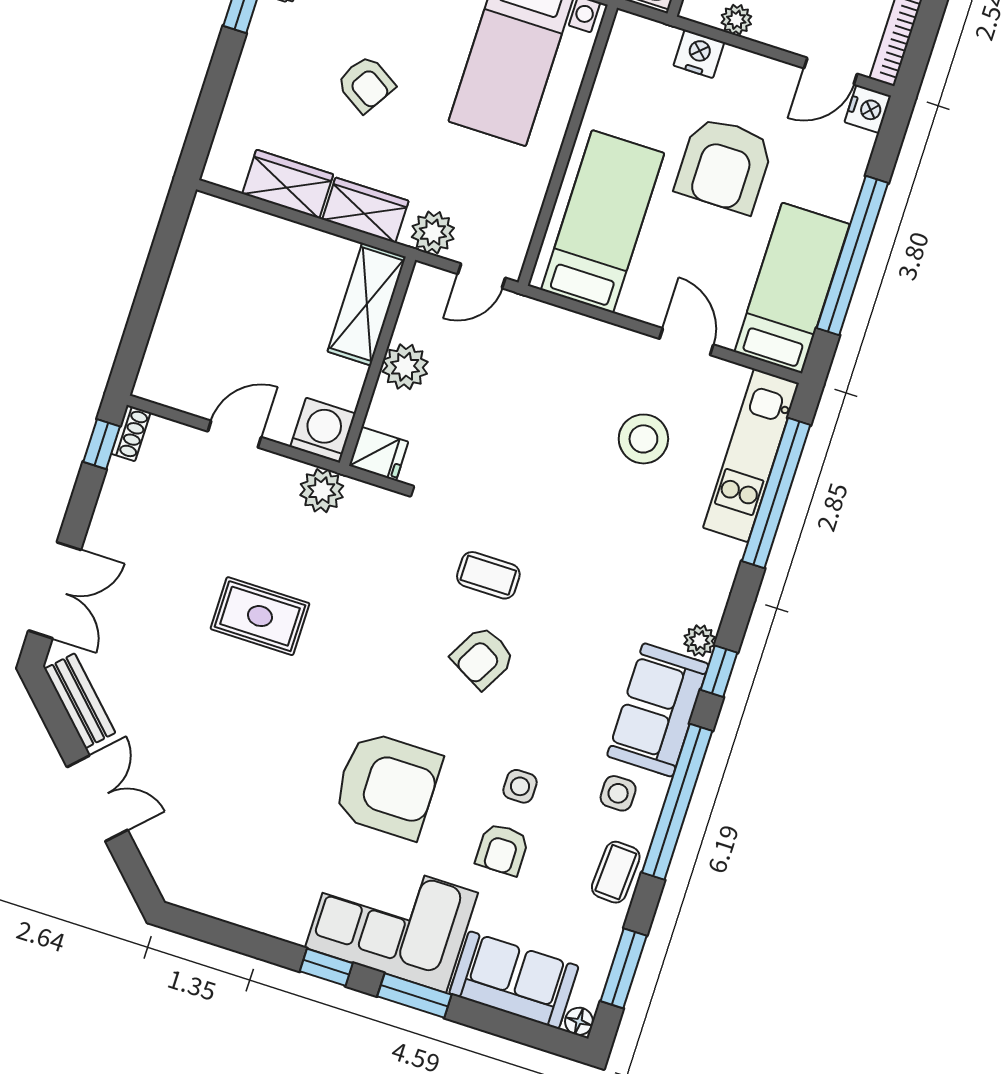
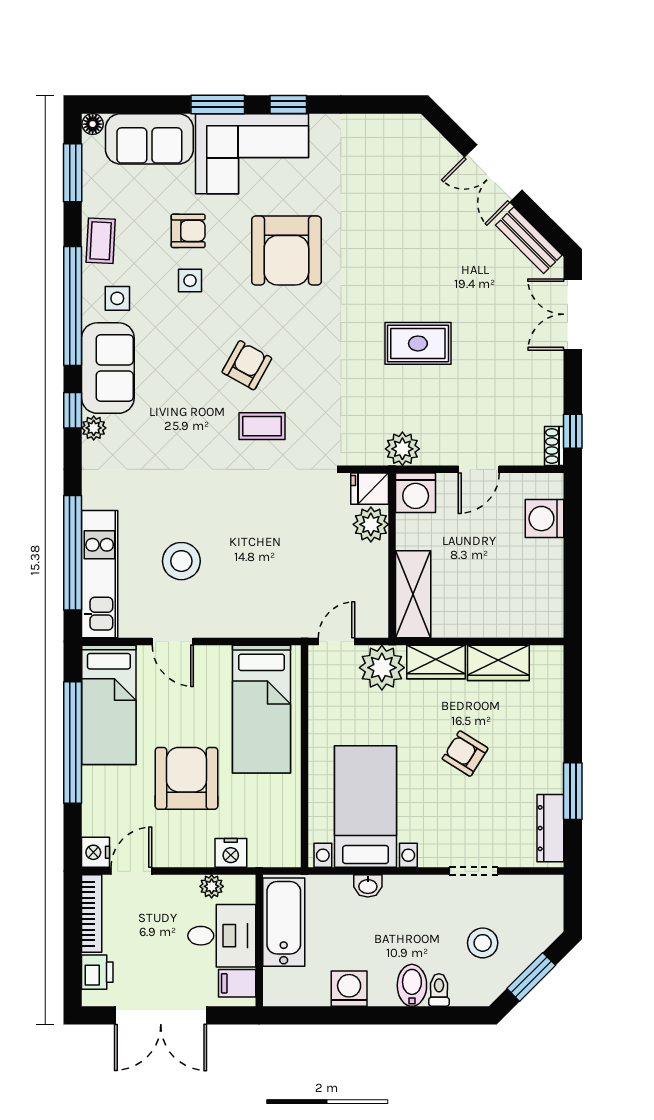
plant: (433, 233) -> (382, 668), width x1.36, depth x1.36
washing machine: (172, 346) -> (544, 519), added
plant: (405, 367) -> (371, 524), moved
armchair: (387, 785) -> (286, 251), turned -90
armchair: (502, 849) -> (188, 231), turned 90

